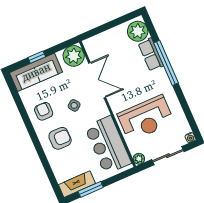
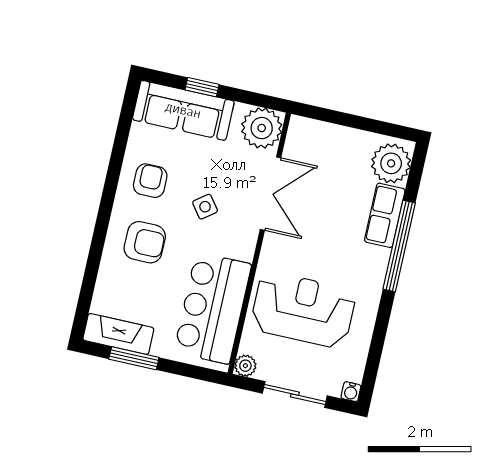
reception desk: (146, 118) -> (303, 310), turned 180

